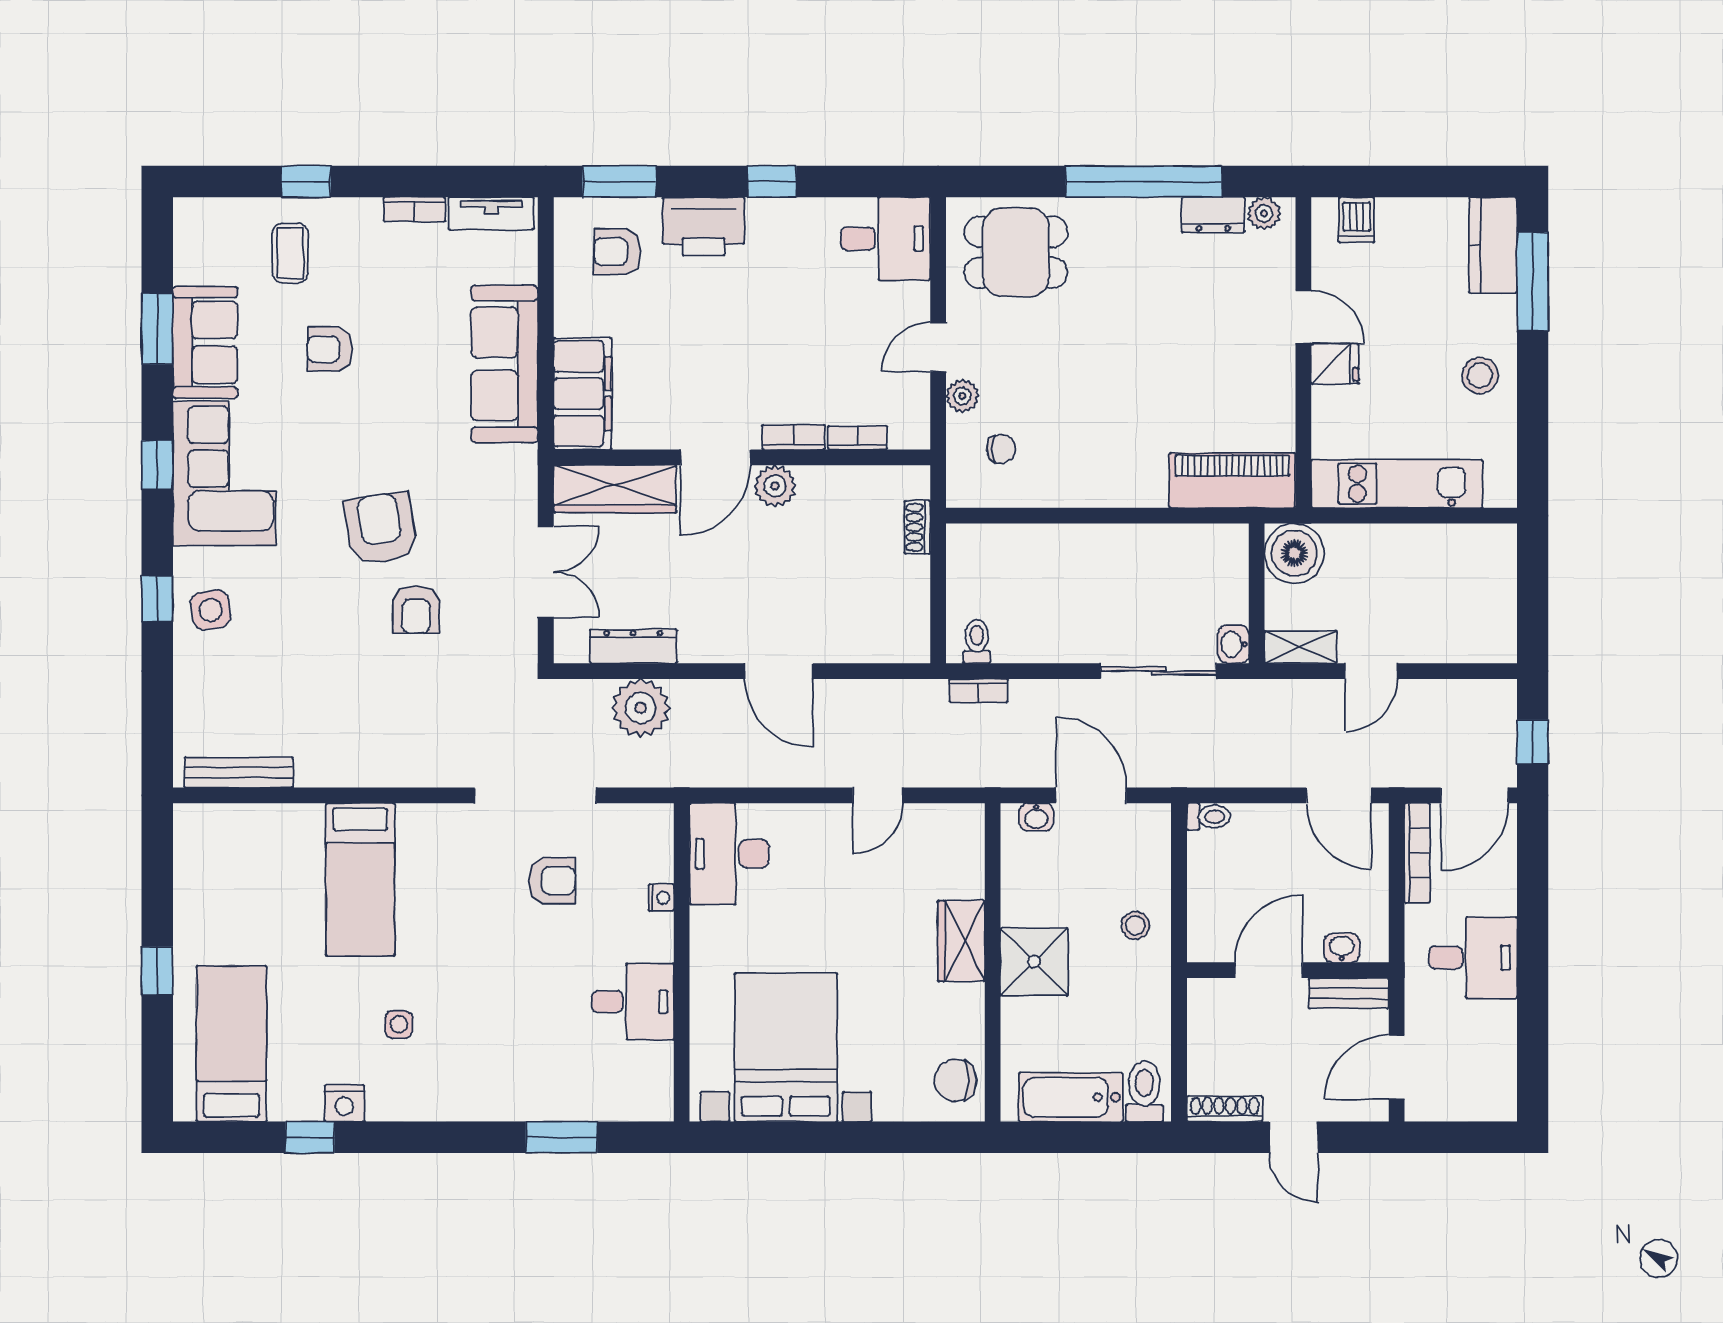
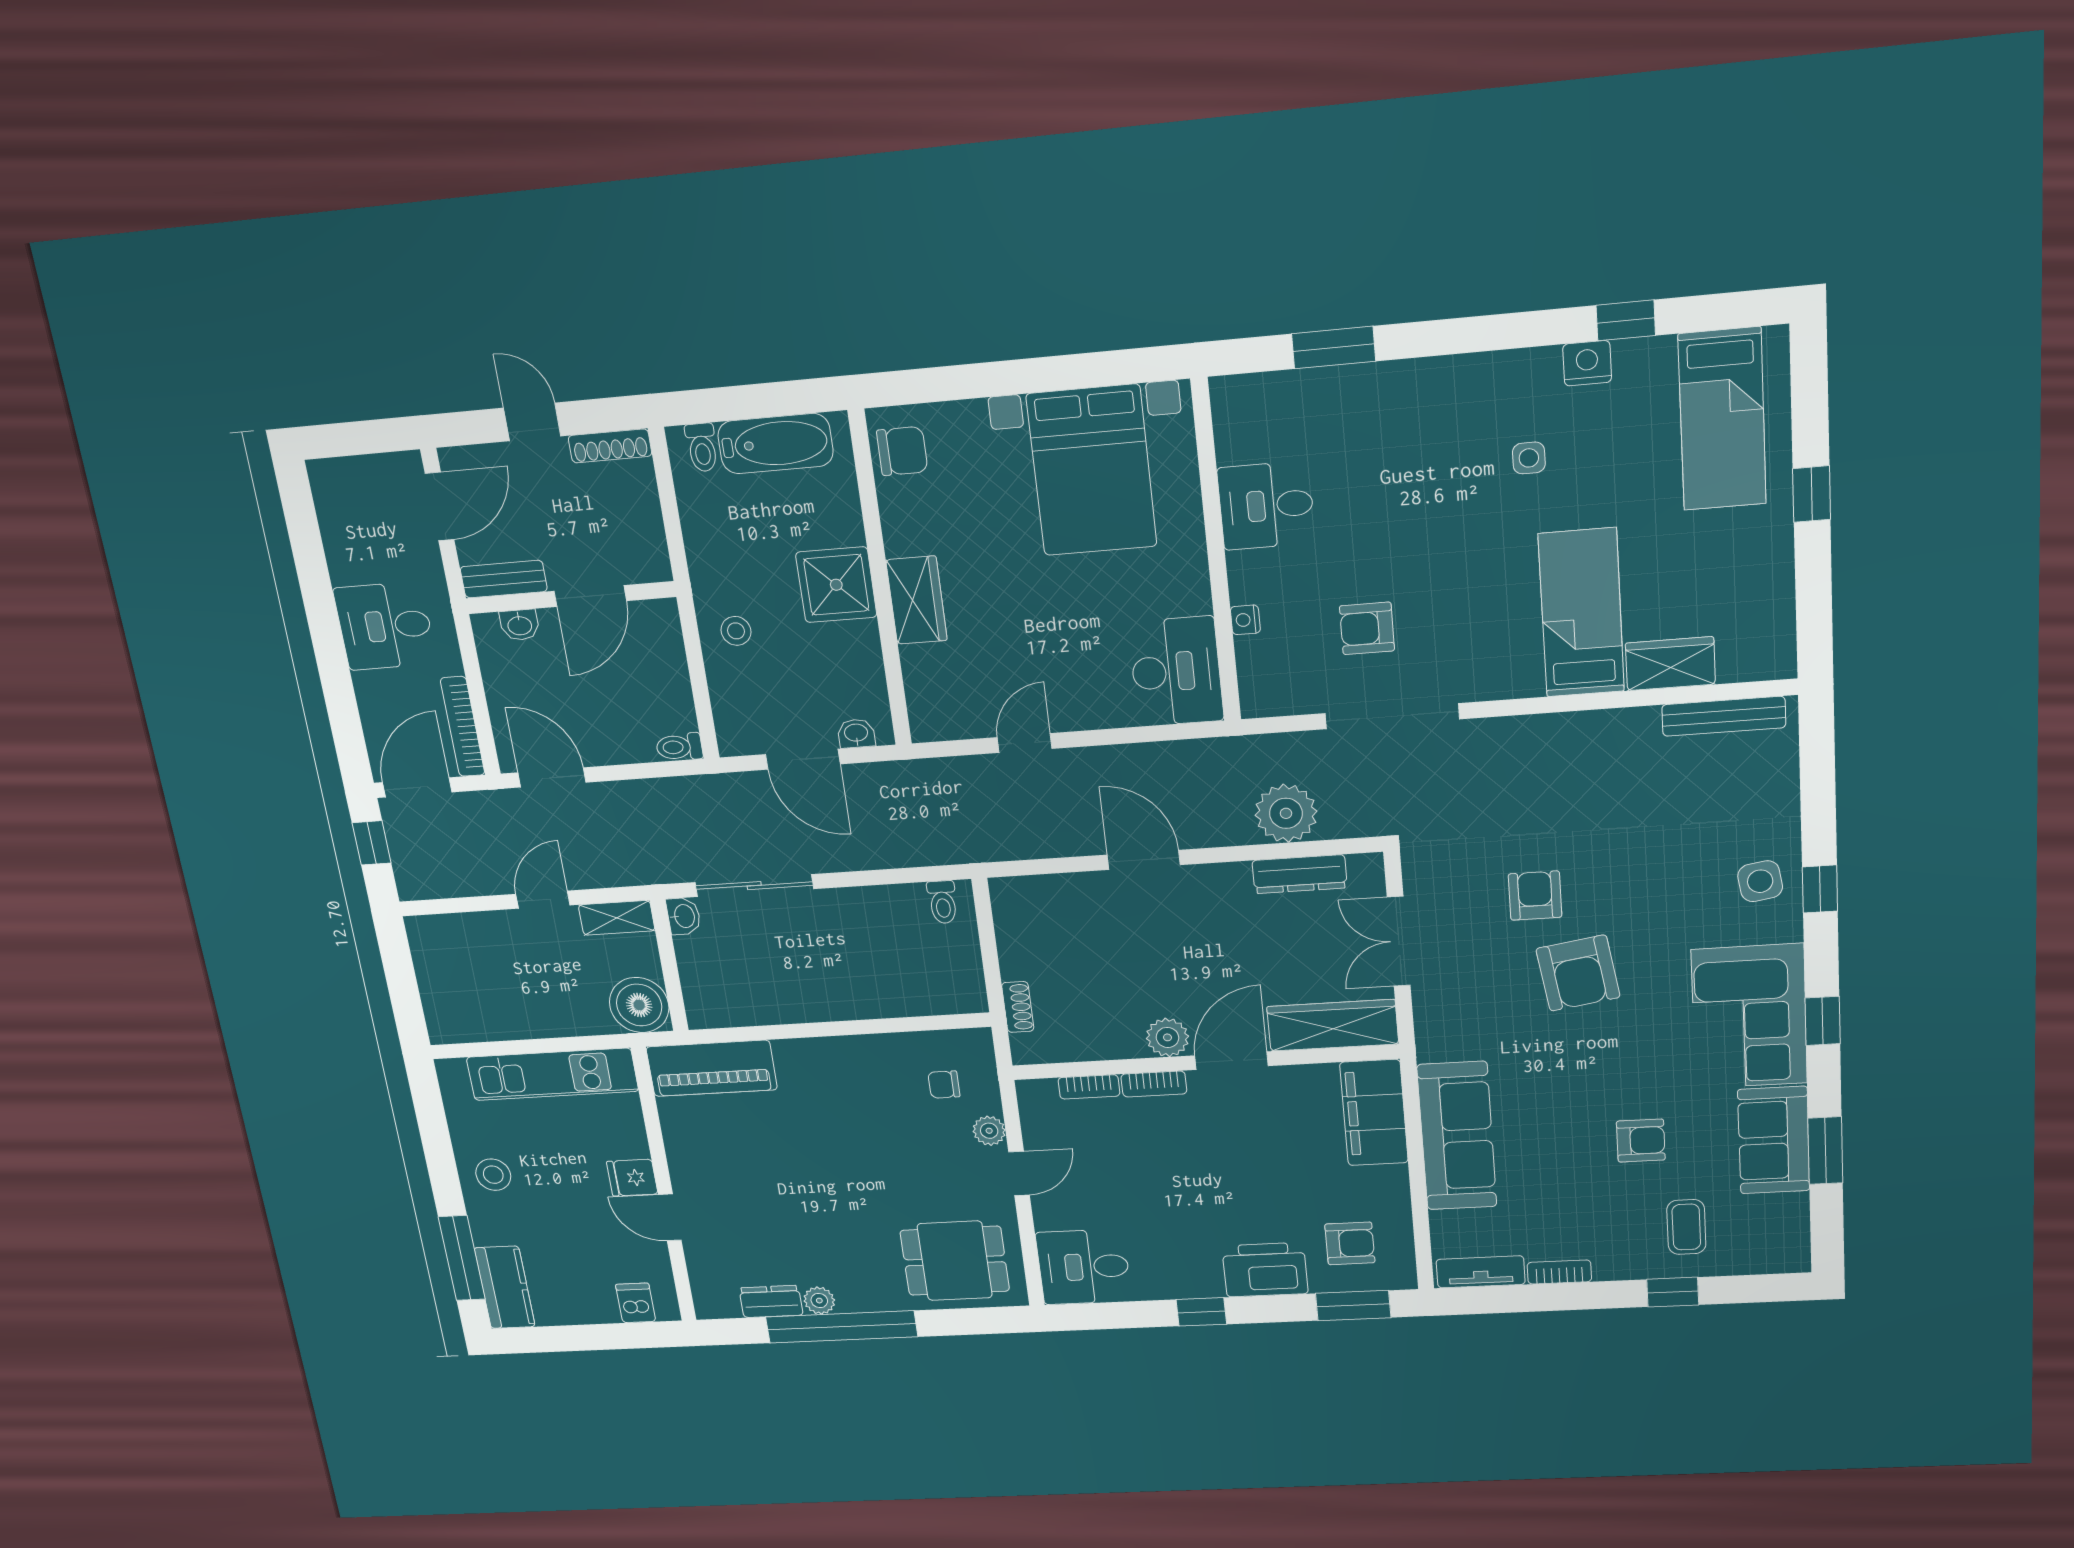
plant: (1264, 213) -> (819, 1301), moved
bookcase: (979, 691) -> (934, 855), removed
wardrobe: (284, 826) -> (1670, 664), added
toilet: (1144, 1091) -> (702, 447), width x0.73, depth x0.72

